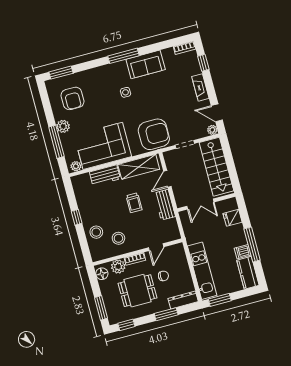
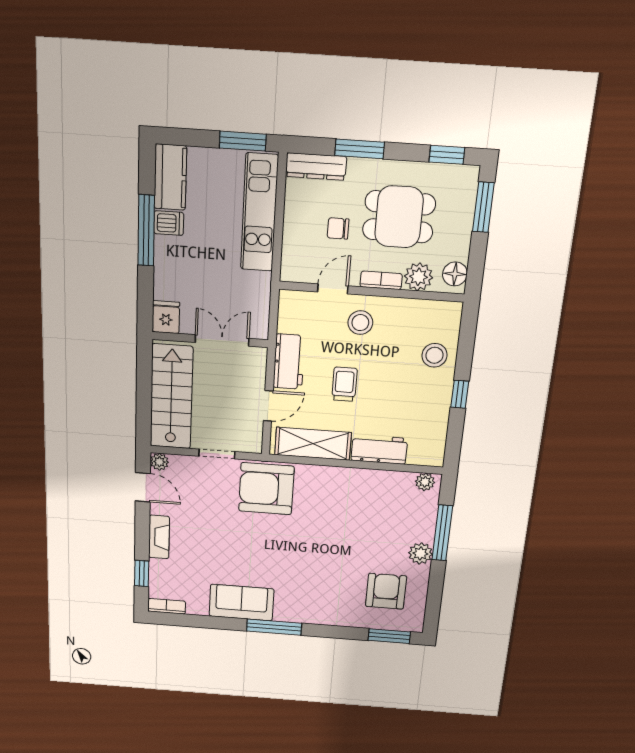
side table: (125, 92) -> (292, 571), removed
corner sofa: (103, 146) -> (364, 500), removed
fridge: (233, 218) -> (166, 317), moved, turned -90
stool: (118, 238) -> (360, 323), moved

